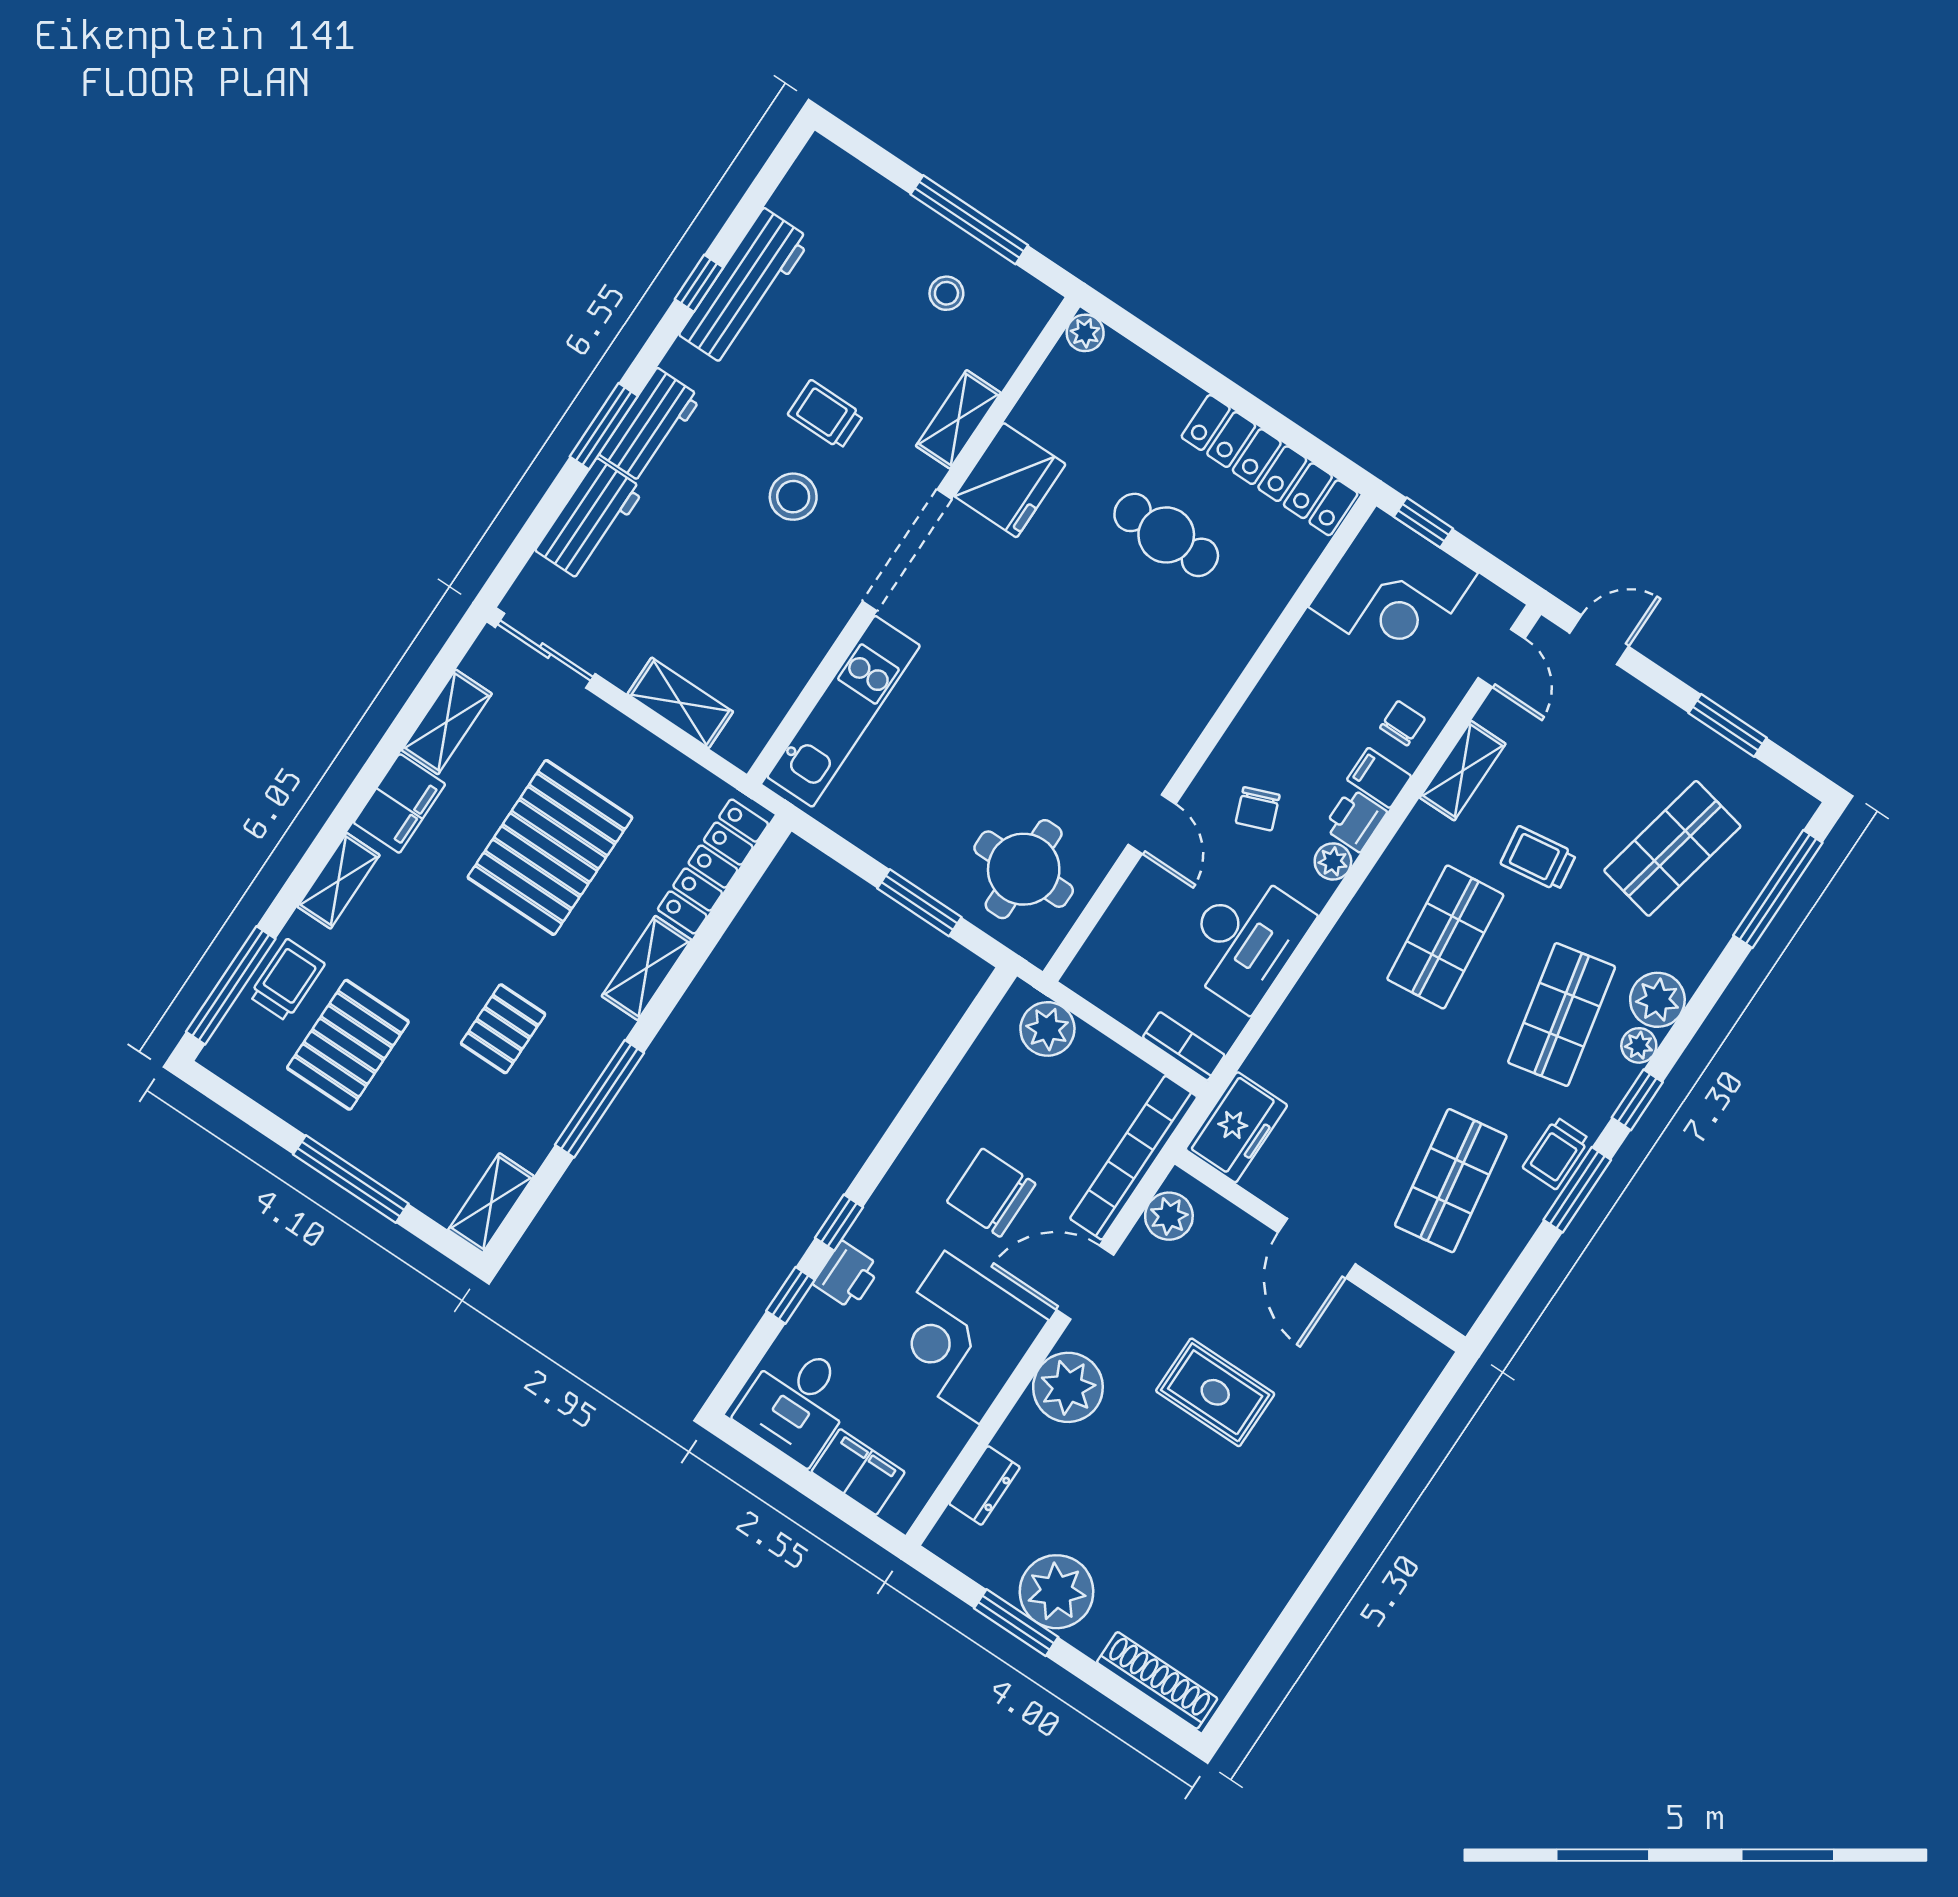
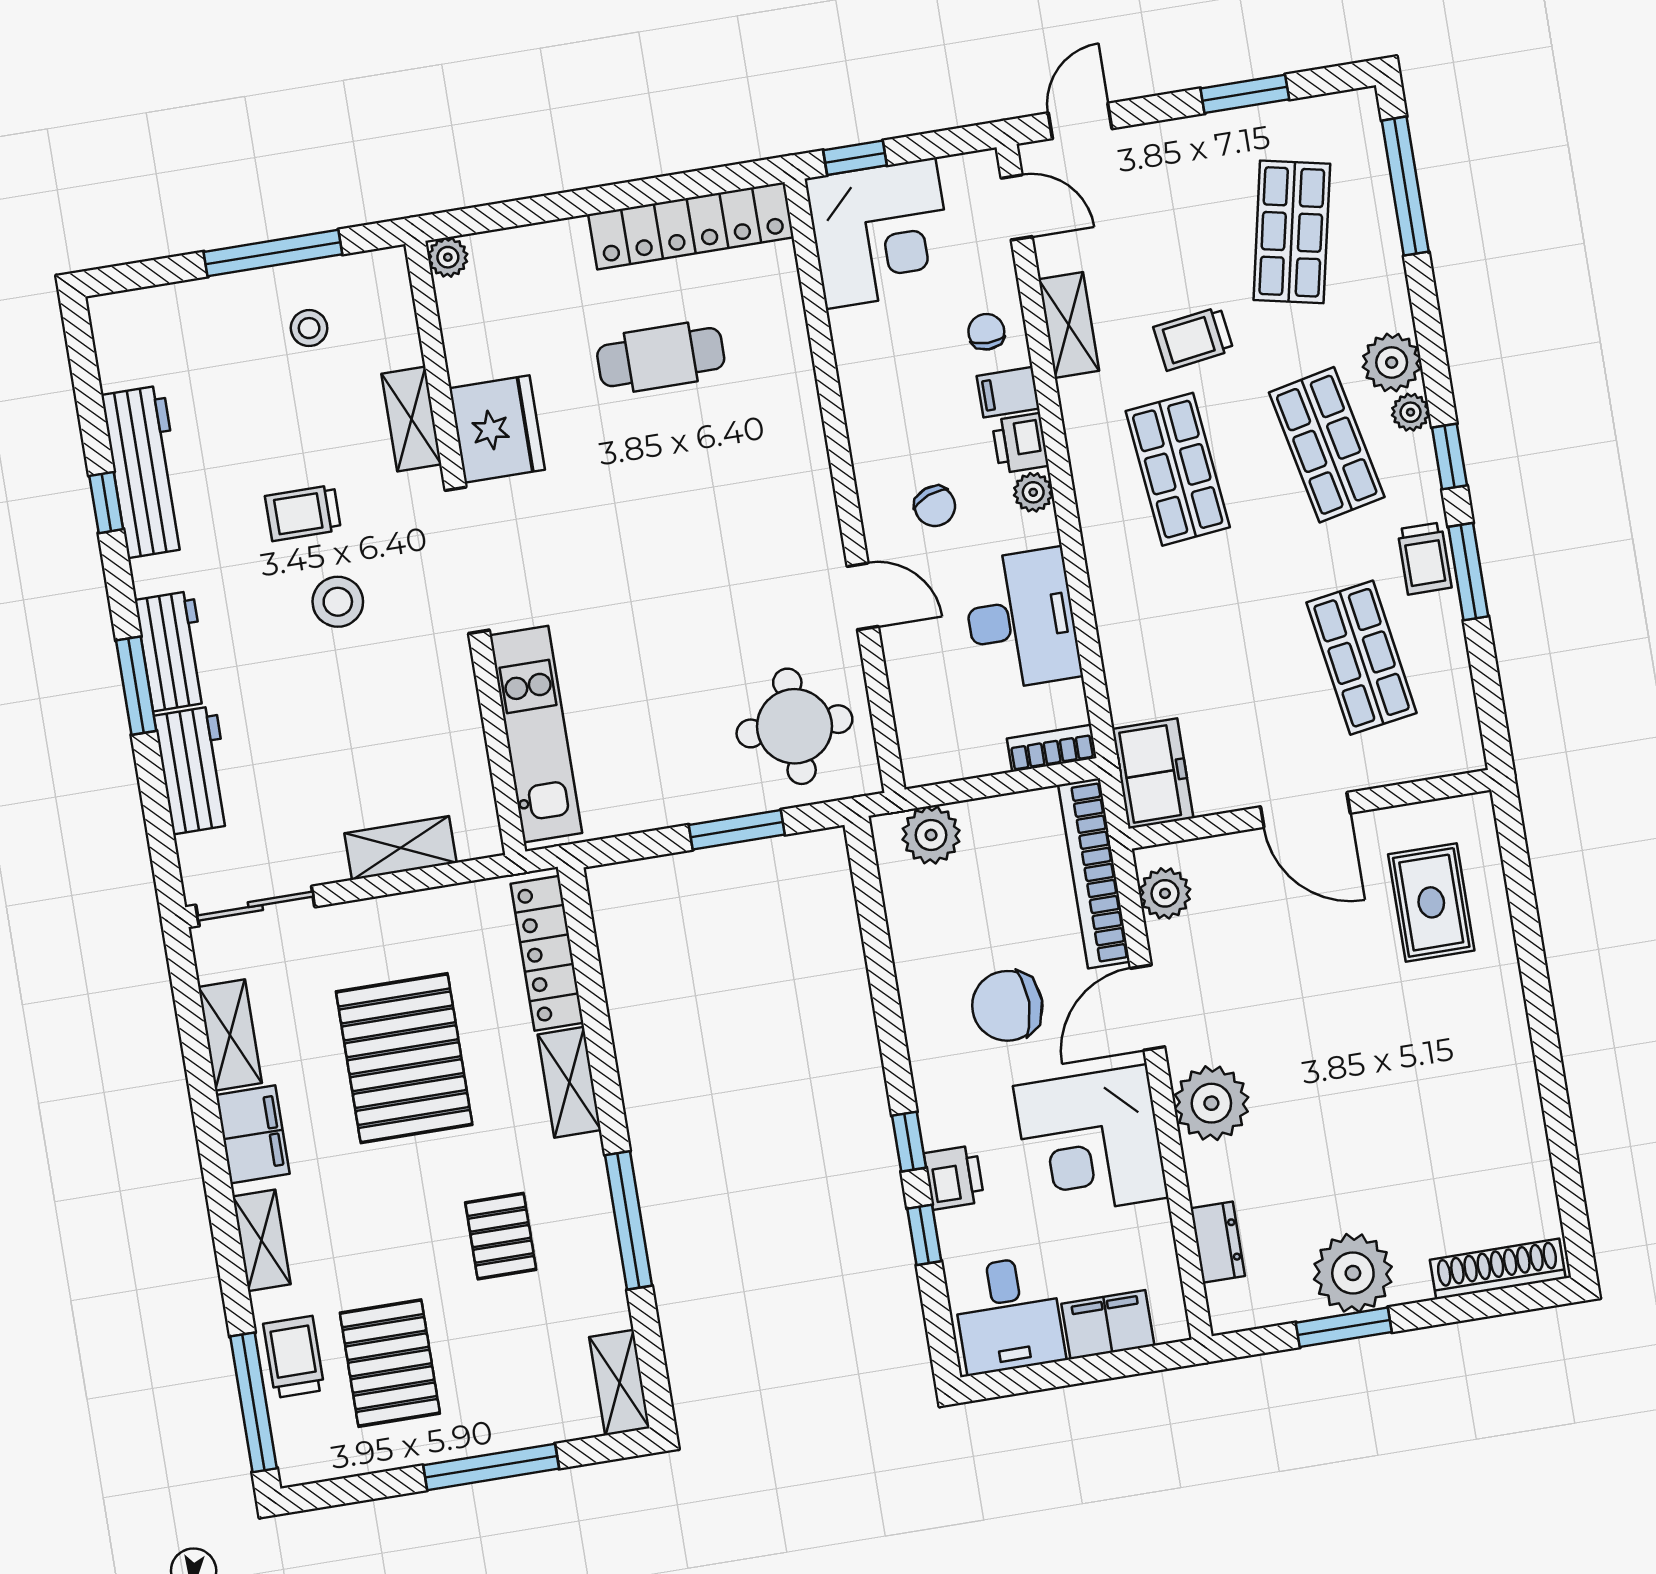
rug: (1215, 1392) -> (1431, 902), moved, turned 90

